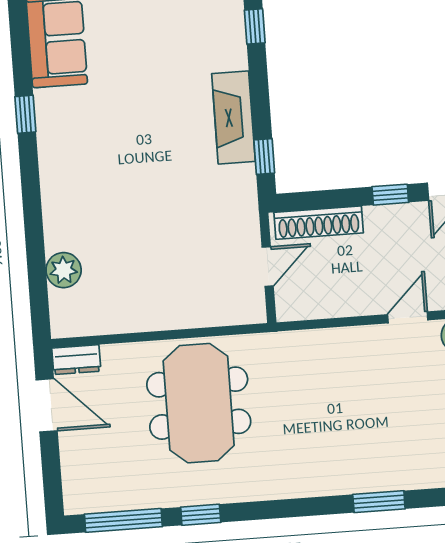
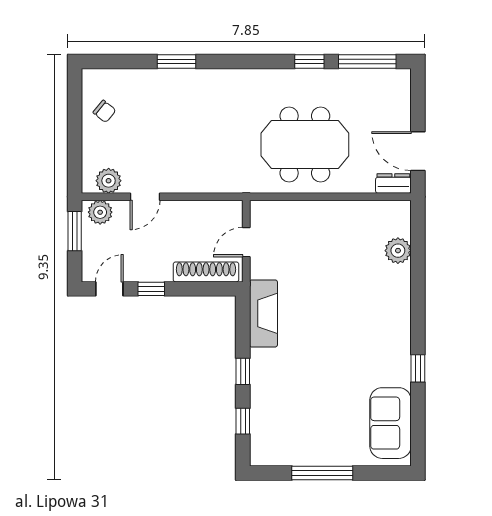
fireplace: (233, 117) -> (263, 313), moved
window: (264, 156) -> (243, 371), moved
meeting table: (199, 403) -> (305, 145), turned 90

